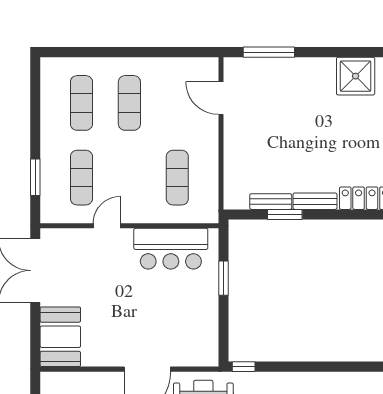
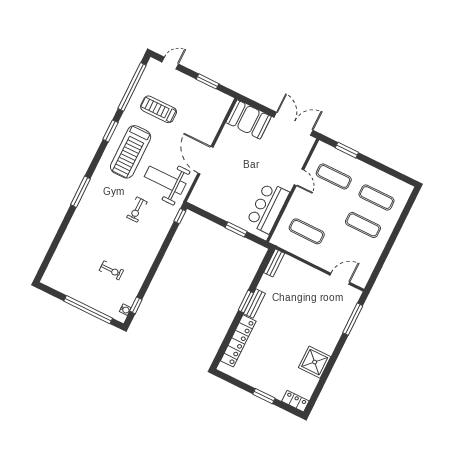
bench: (271, 202) -> (274, 263), moved
window: (285, 214) -> (246, 302), moved

